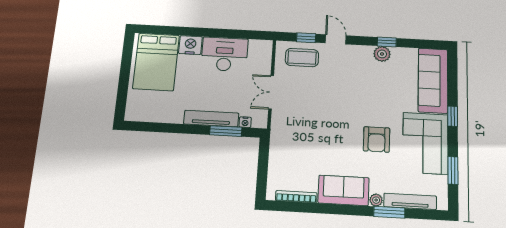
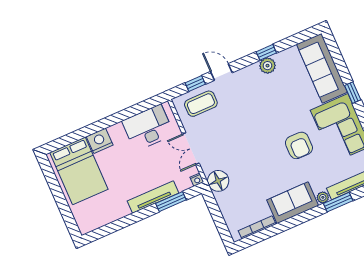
desk: (224, 54) -> (148, 128), moved
nightstand: (245, 122) -> (197, 180), moved
floor lamp: (281, 134) -> (218, 181), added

